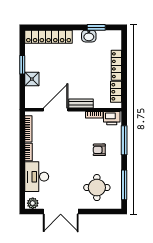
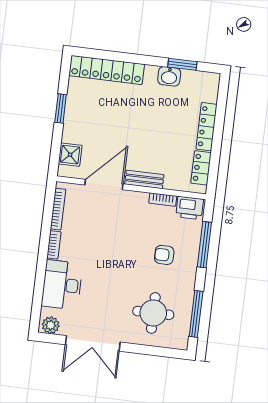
shower: (32, 79) -> (70, 155), moved

